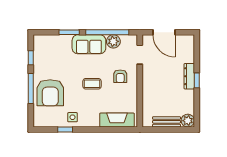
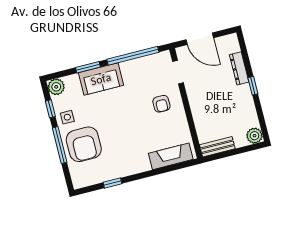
plant: (113, 41) -> (56, 87), moved
sofa: (89, 44) -> (101, 79), moved
dresser: (189, 76) -> (239, 68), moved
coffee table: (92, 84) -> (130, 121), removed
side table: (73, 117) -> (67, 117), moved
bench: (167, 122) -> (217, 147), moved

